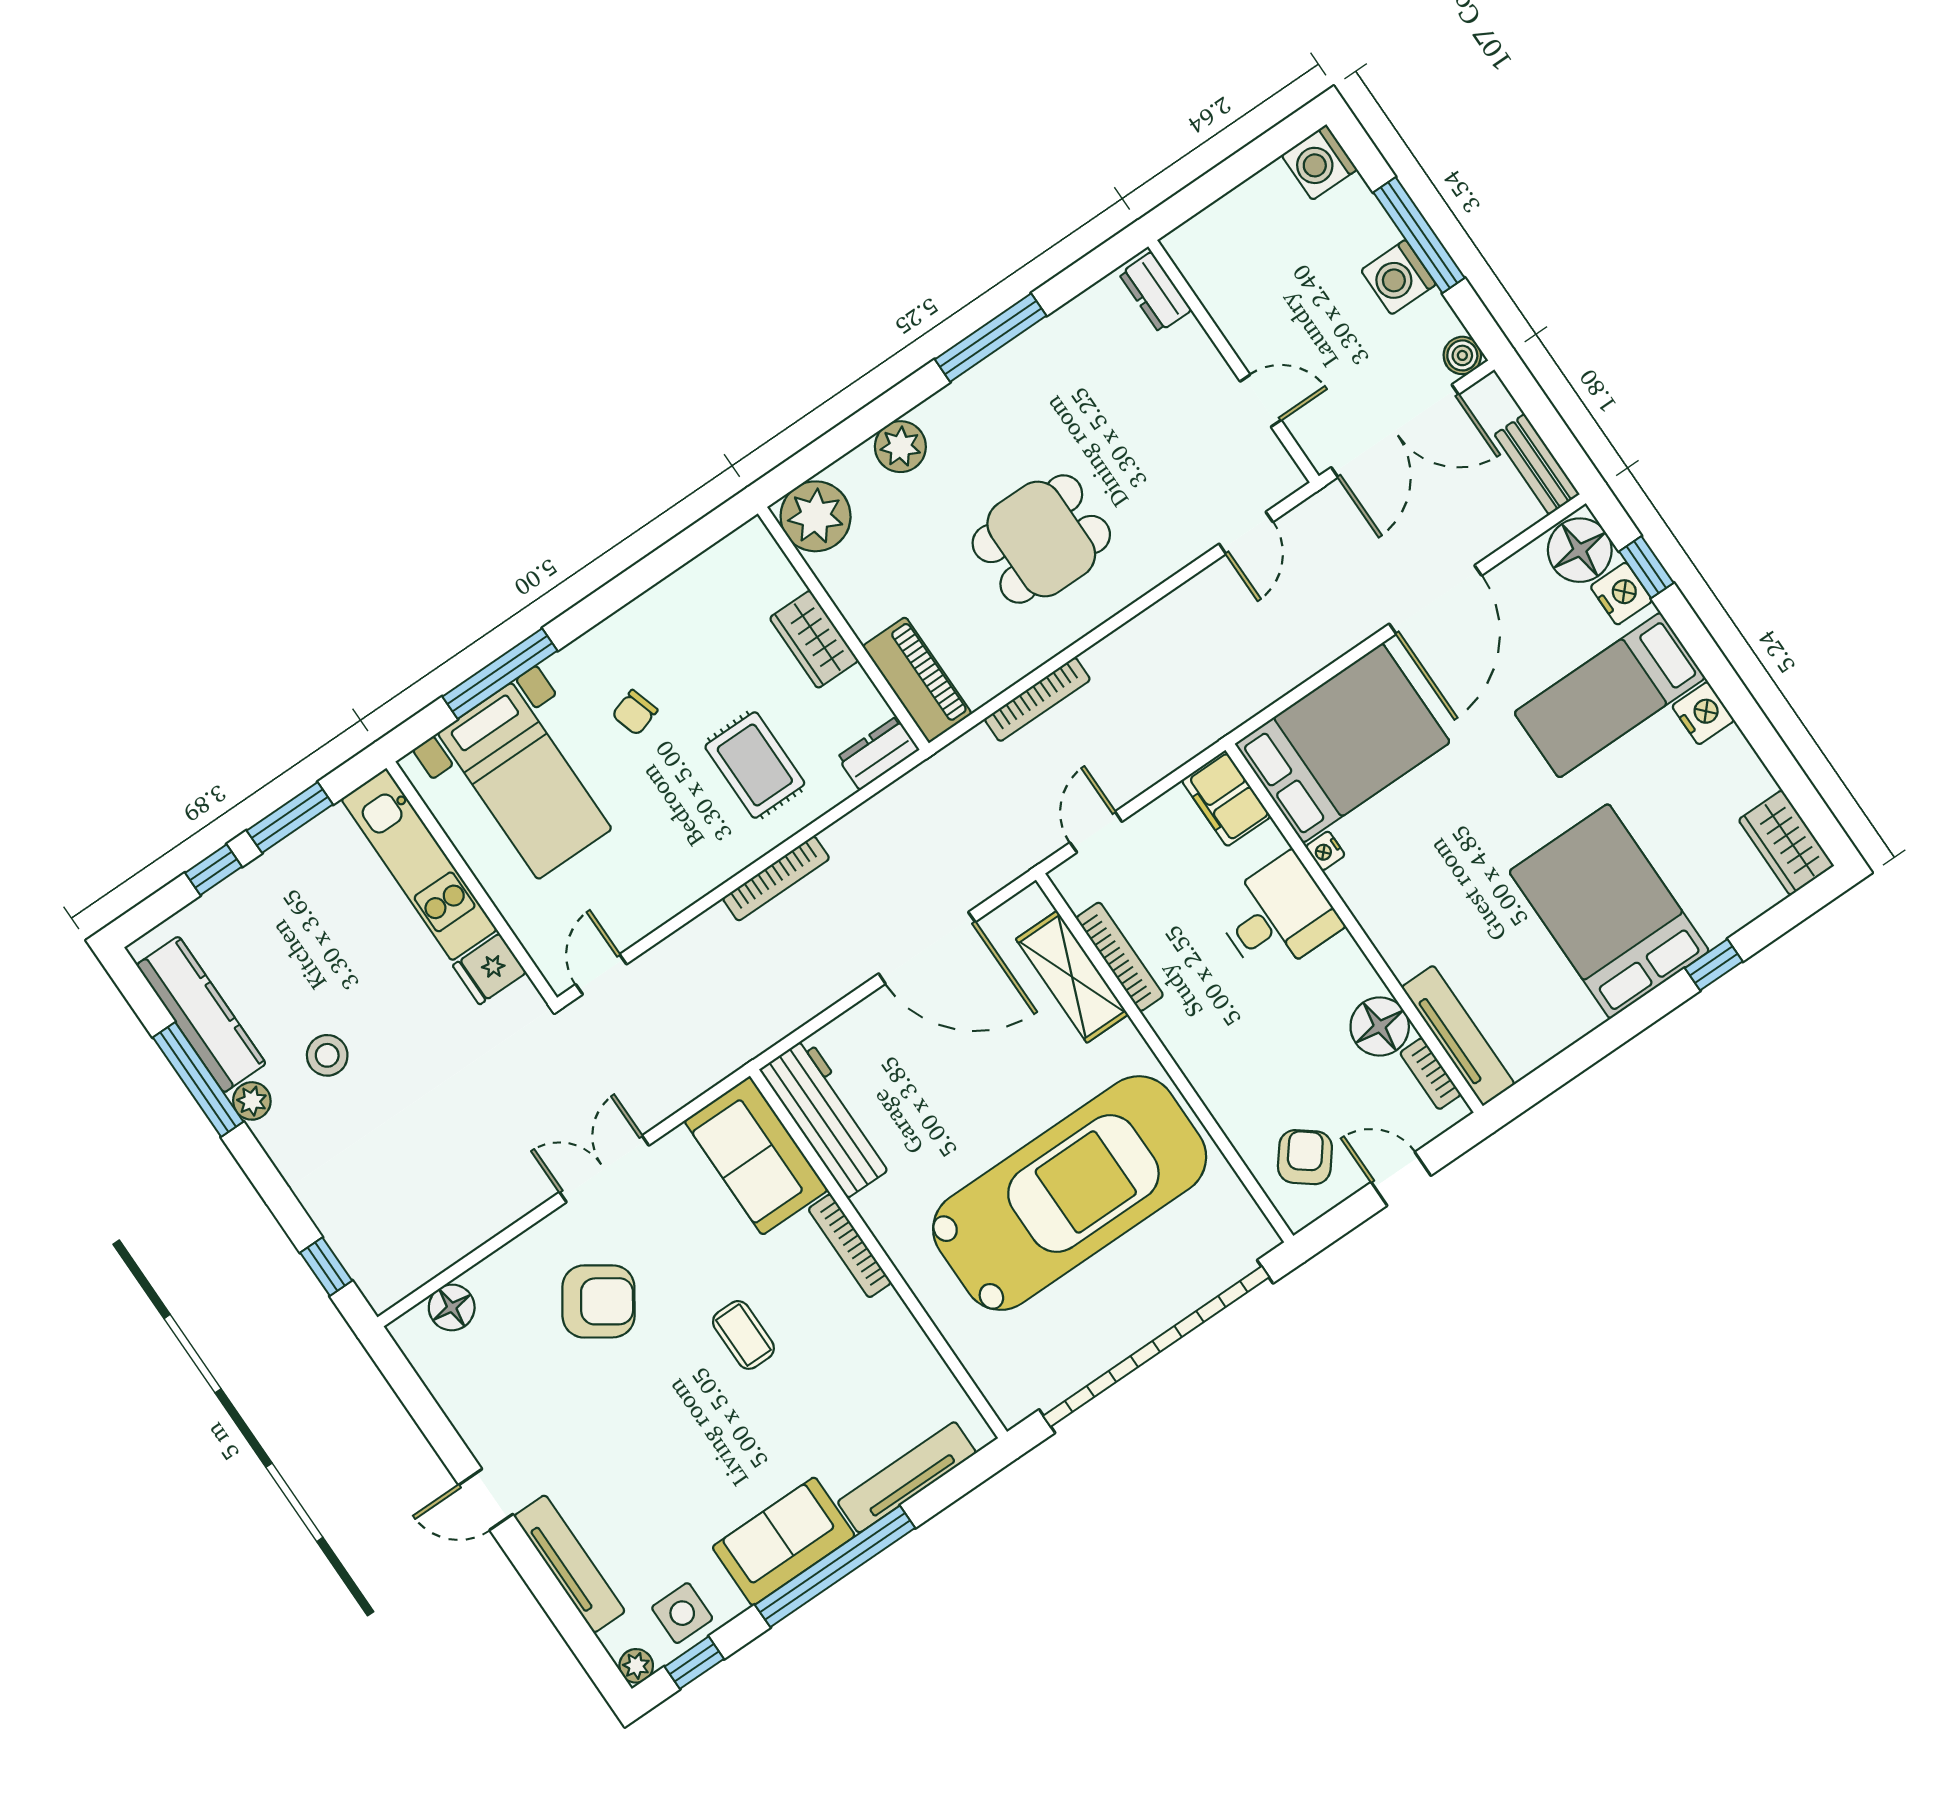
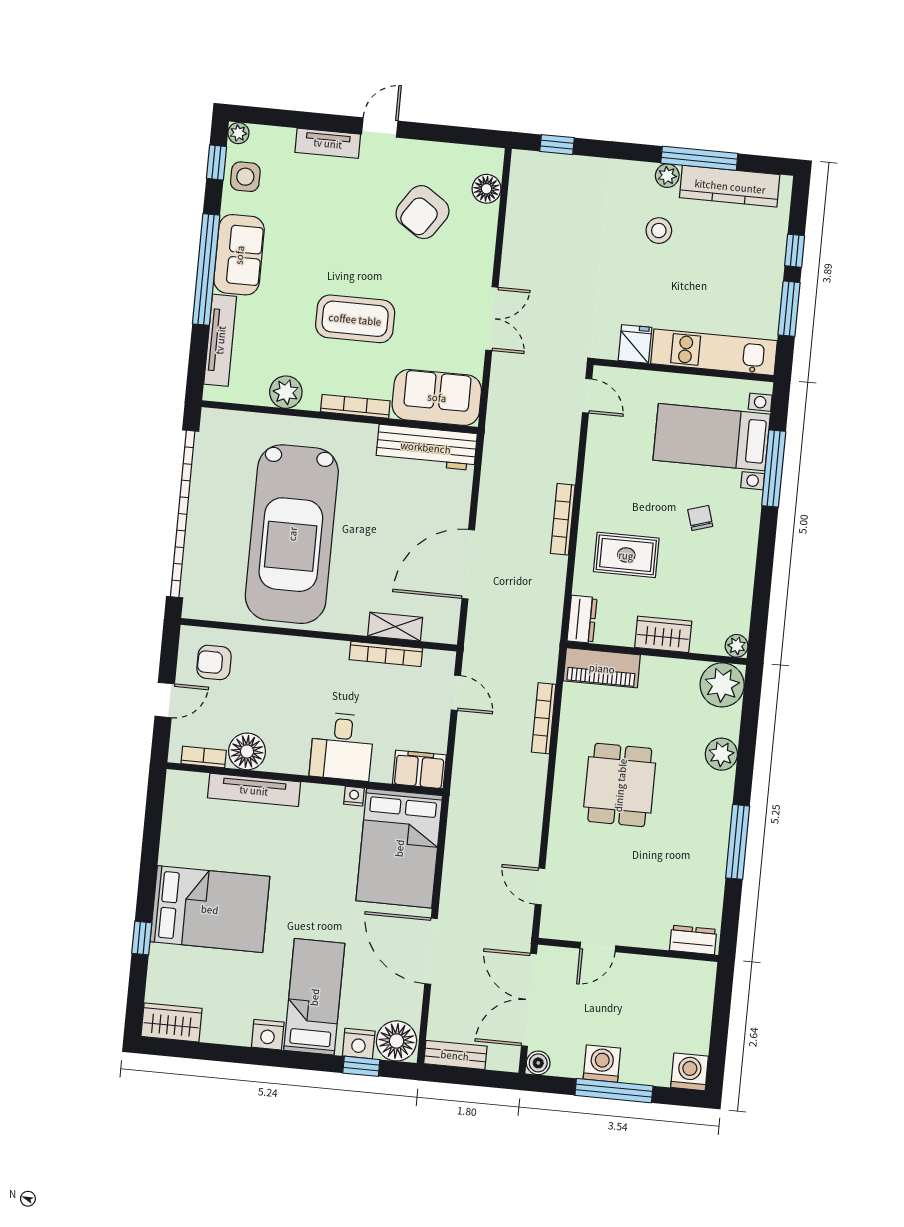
plant: (753, 538) -> (737, 646), added
shelving: (1072, 977) -> (395, 627), width x0.67, depth x0.75
tv unit: (1458, 1036) -> (254, 790), moved
armchair: (1305, 1157) -> (214, 662), turned 142
armchair: (598, 1301) -> (422, 212), moved
coffee table: (743, 1335) -> (355, 319), width x1.86, depth x1.72
plant: (903, 1345) -> (286, 392), added
tv unit: (569, 1564) -> (328, 143), width x0.71

